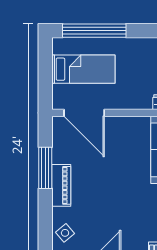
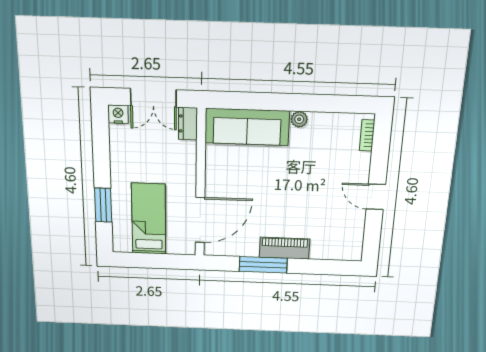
window: (94, 31) -> (103, 205), width x0.47
side table: (65, 233) -> (340, 246), removed

